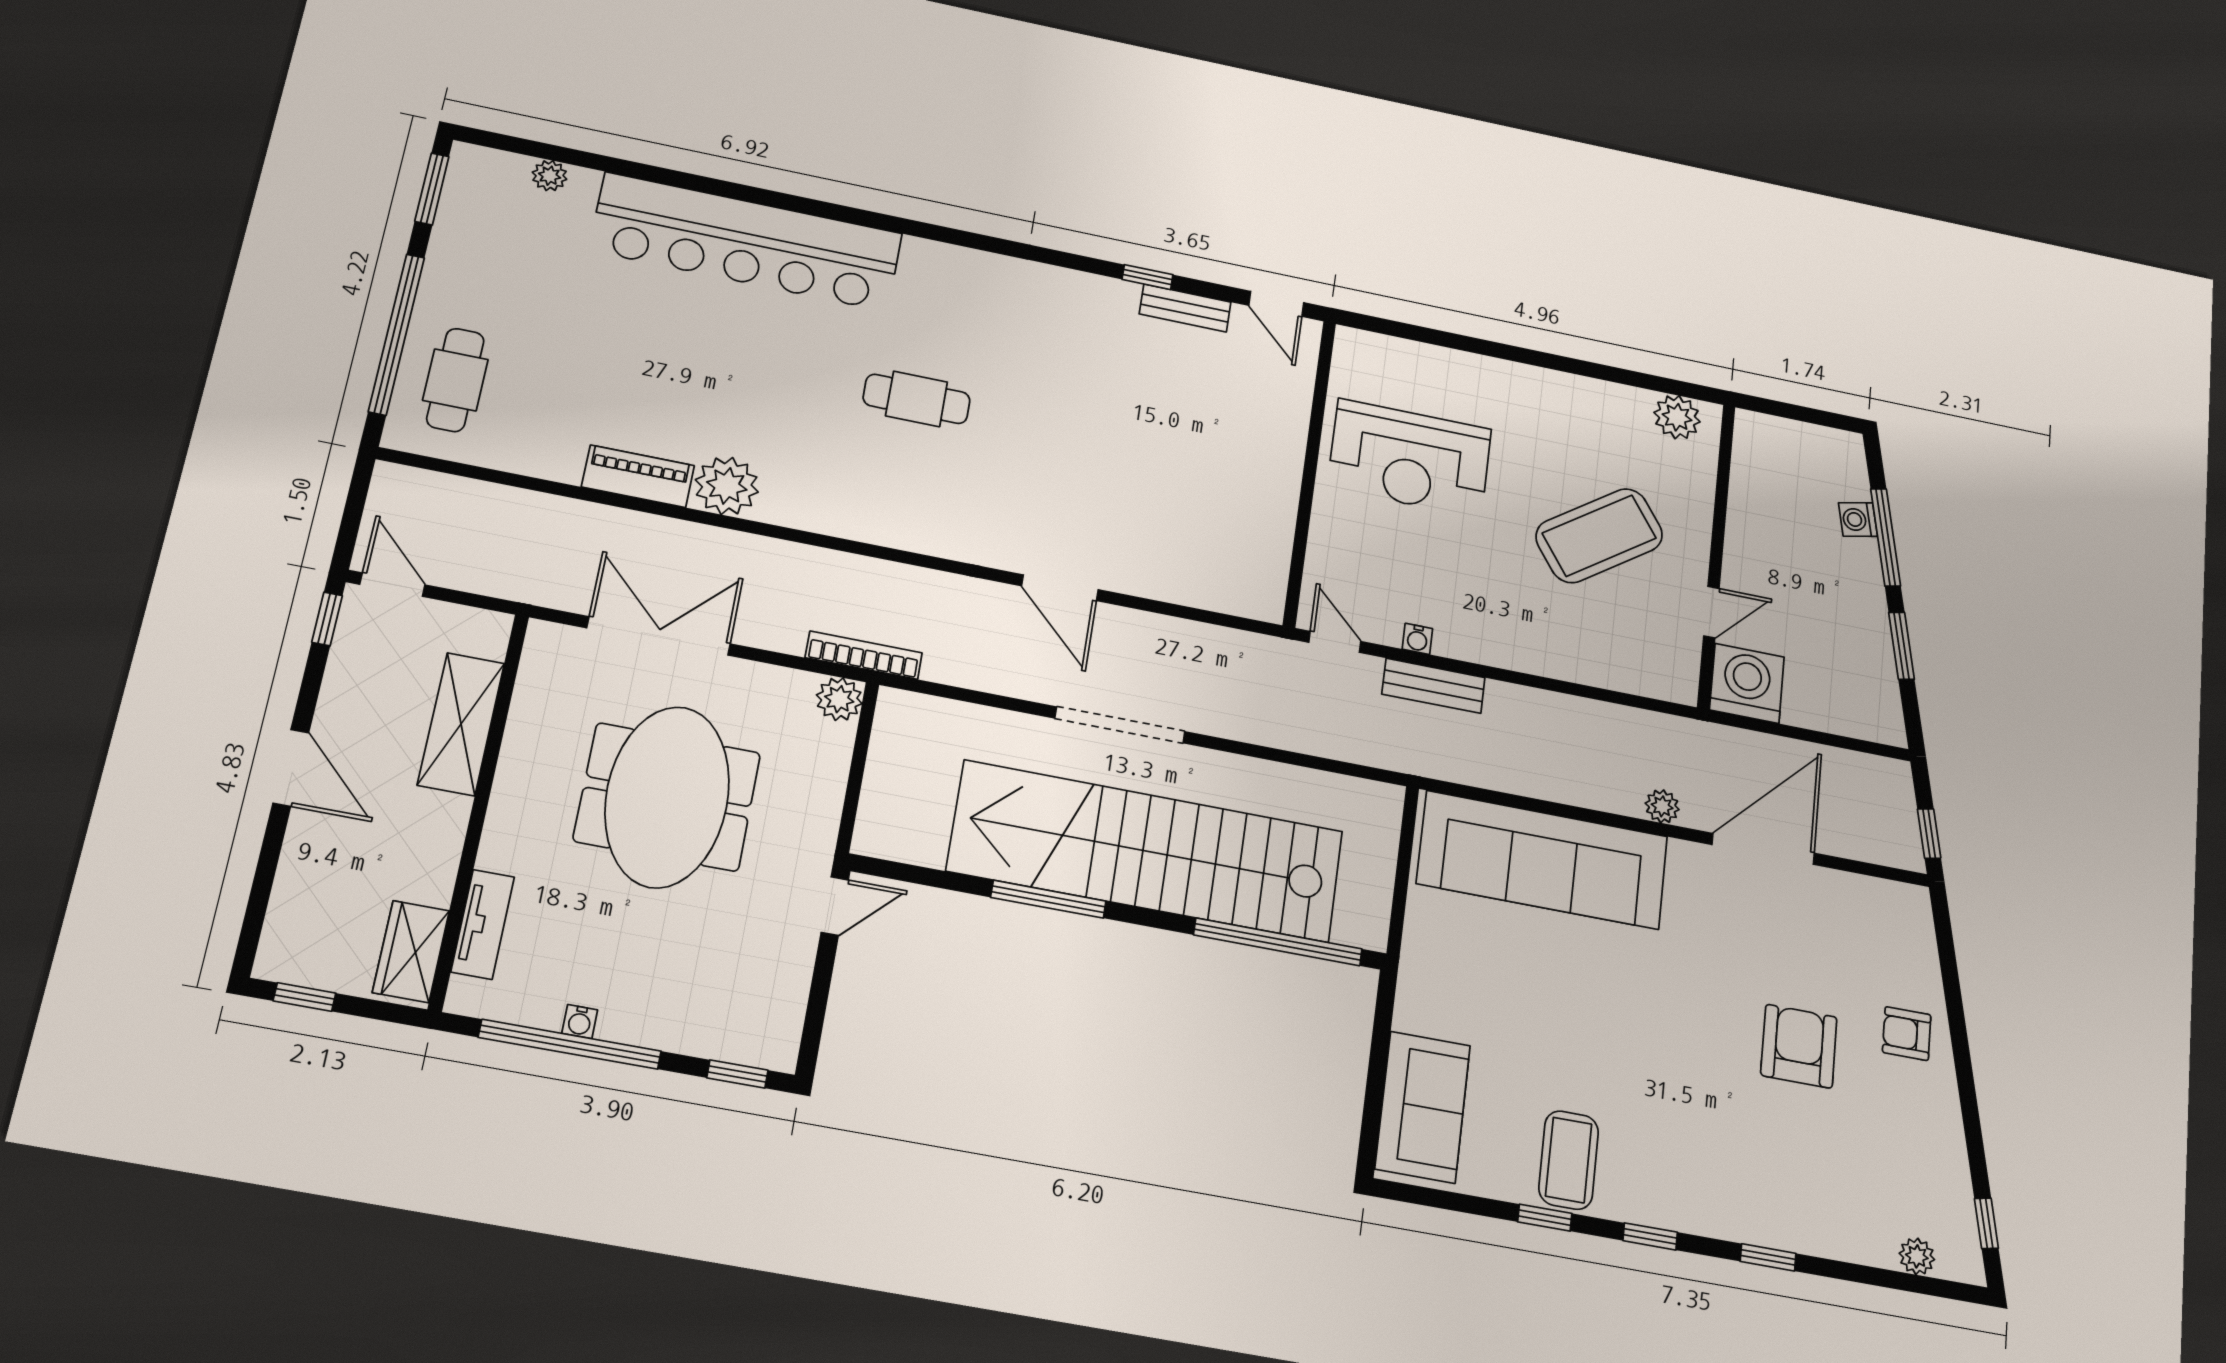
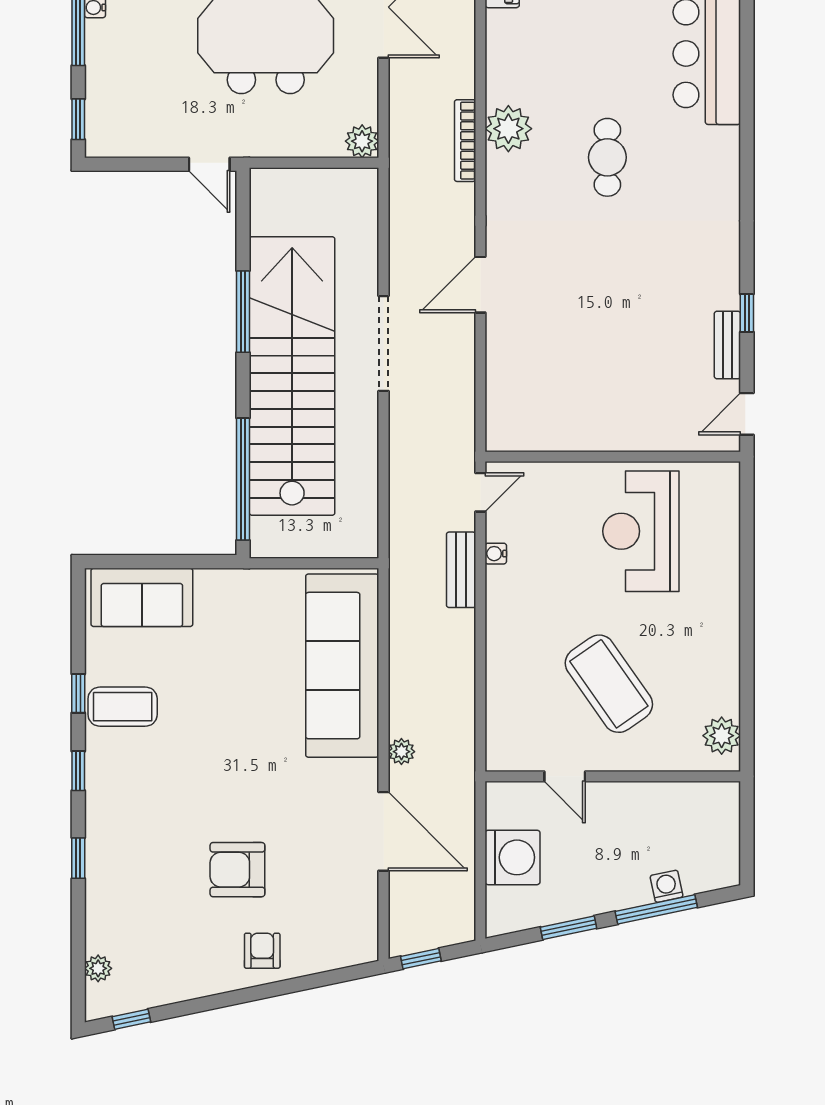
plant: (727, 486) -> (508, 129), moved
bookcase: (864, 655) -> (465, 141), moved, turned 180
washing machine: (1747, 683) -> (513, 857), moved
armchair: (1799, 1046) -> (237, 870), turned 180

